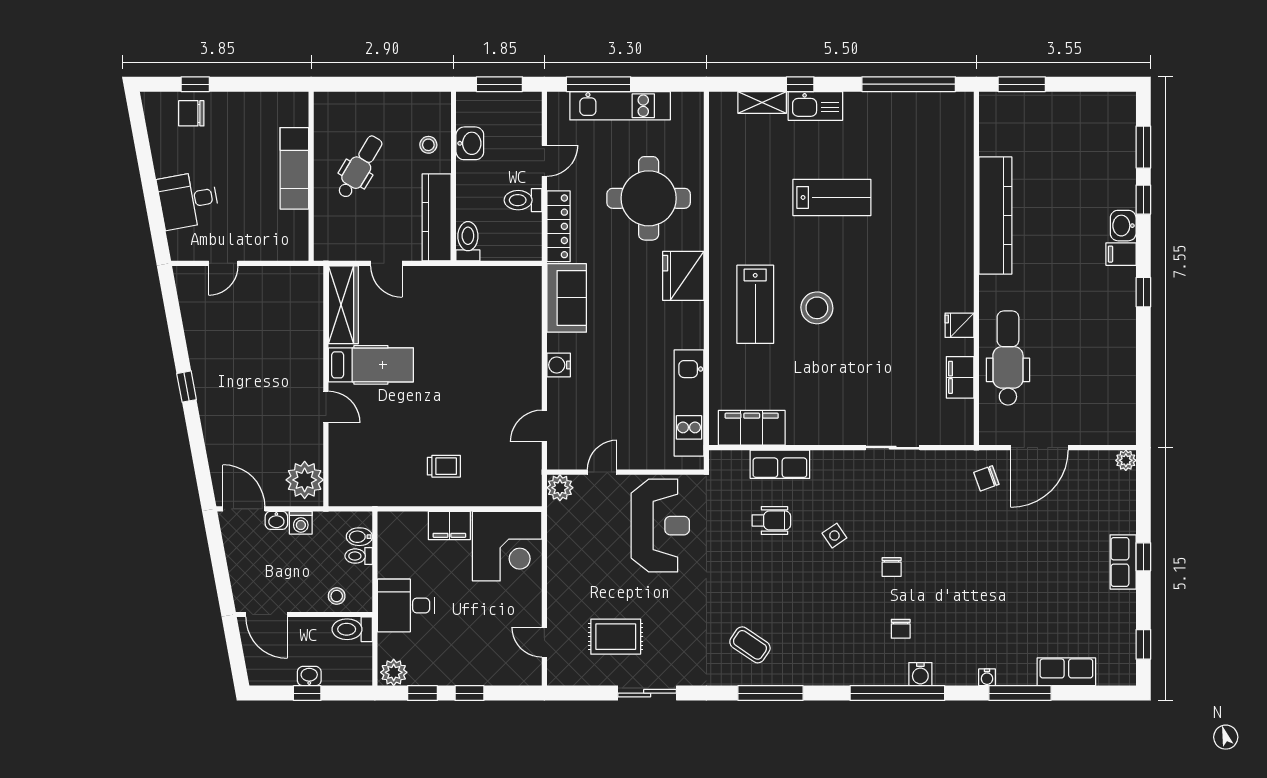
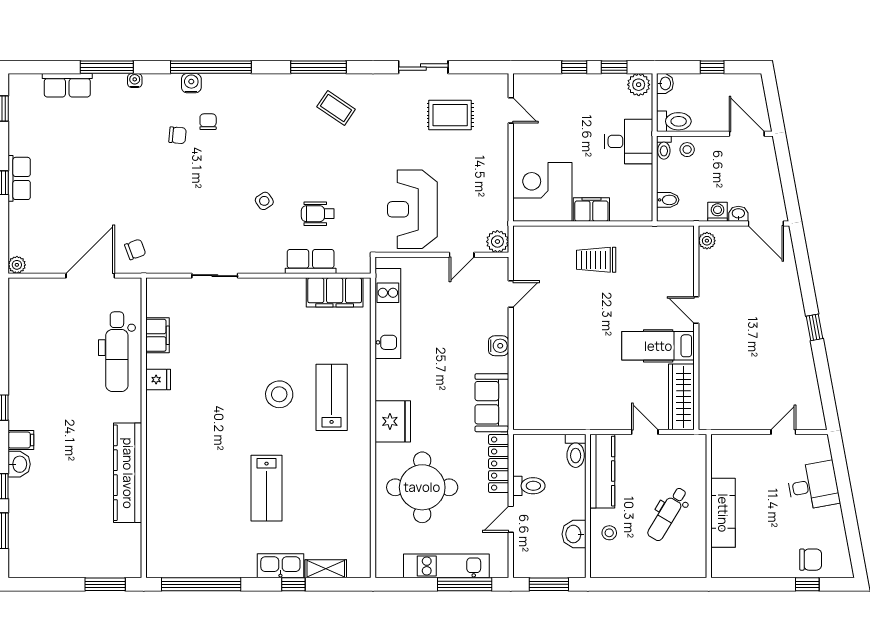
lab bench: (832, 197) -> (267, 488), turned -90
trolley: (444, 466) -> (596, 260), width x1.36, depth x1.39
plant: (305, 480) -> (707, 241), width x0.53, depth x0.53
toilet: (359, 556) -> (664, 148), moved, turned 90
chair: (892, 567) -> (178, 135), moved, turned 95
washbasin: (309, 676) -> (665, 83), moved, turned -90

